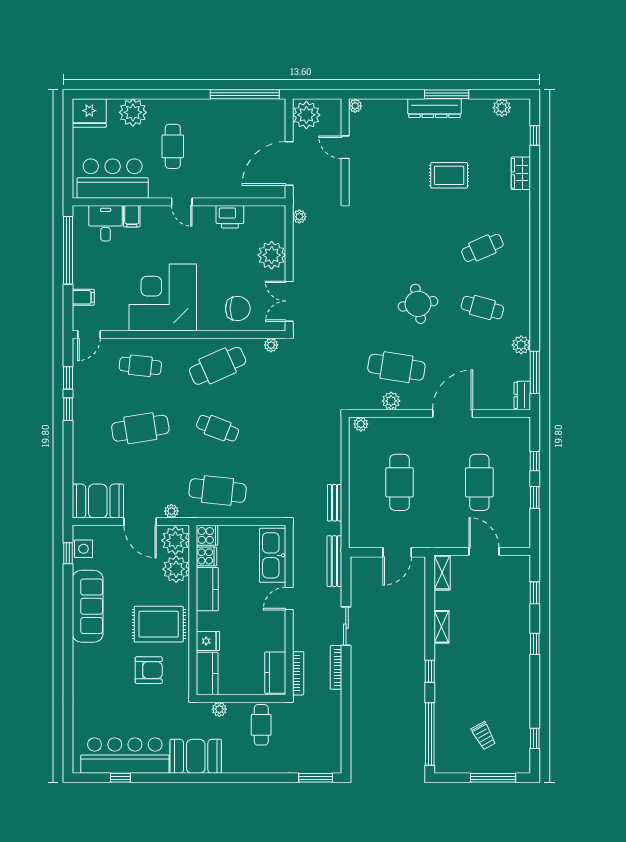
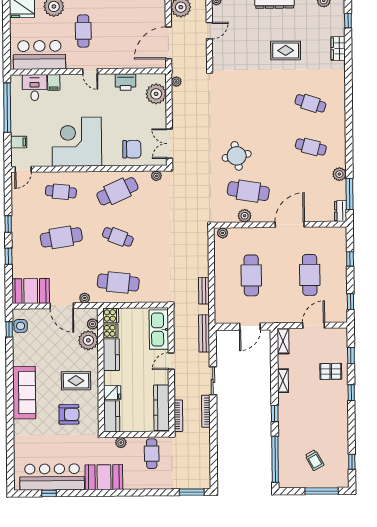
door: (345, 147) -> (209, 31), swing flipped
cafe table: (482, 248) -> (310, 103), turned 42
plant: (272, 255) -> (156, 94), moved
round table: (418, 304) -> (237, 156), moved
window: (68, 378) -> (8, 256), moved
window: (535, 497) -> (350, 302), moved
plant: (175, 540) -> (93, 324), width x0.53, depth x0.53
door: (484, 551) -> (314, 325), hinge flipped
sofa: (88, 606) -> (24, 393), moved
pallet: (507, 615) -> (331, 371), added
rug: (159, 624) -> (76, 381), width x0.73, depth x0.70
kitchen counter: (275, 673) -> (161, 408), width x1.50

